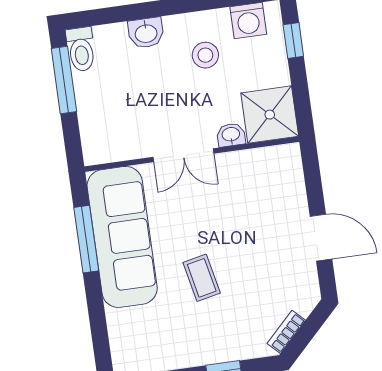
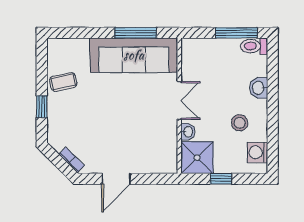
window: (293, 40) -> (221, 179), moved
double door: (183, 155) -> (179, 100), swing flipped
coffee table: (202, 278) -> (63, 82), moved
bookcase: (286, 332) -> (72, 160), moved

